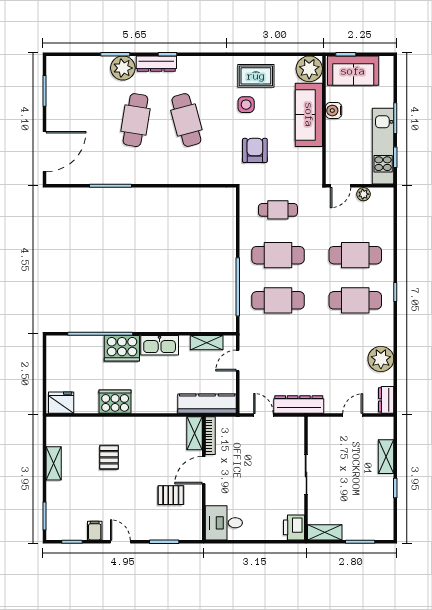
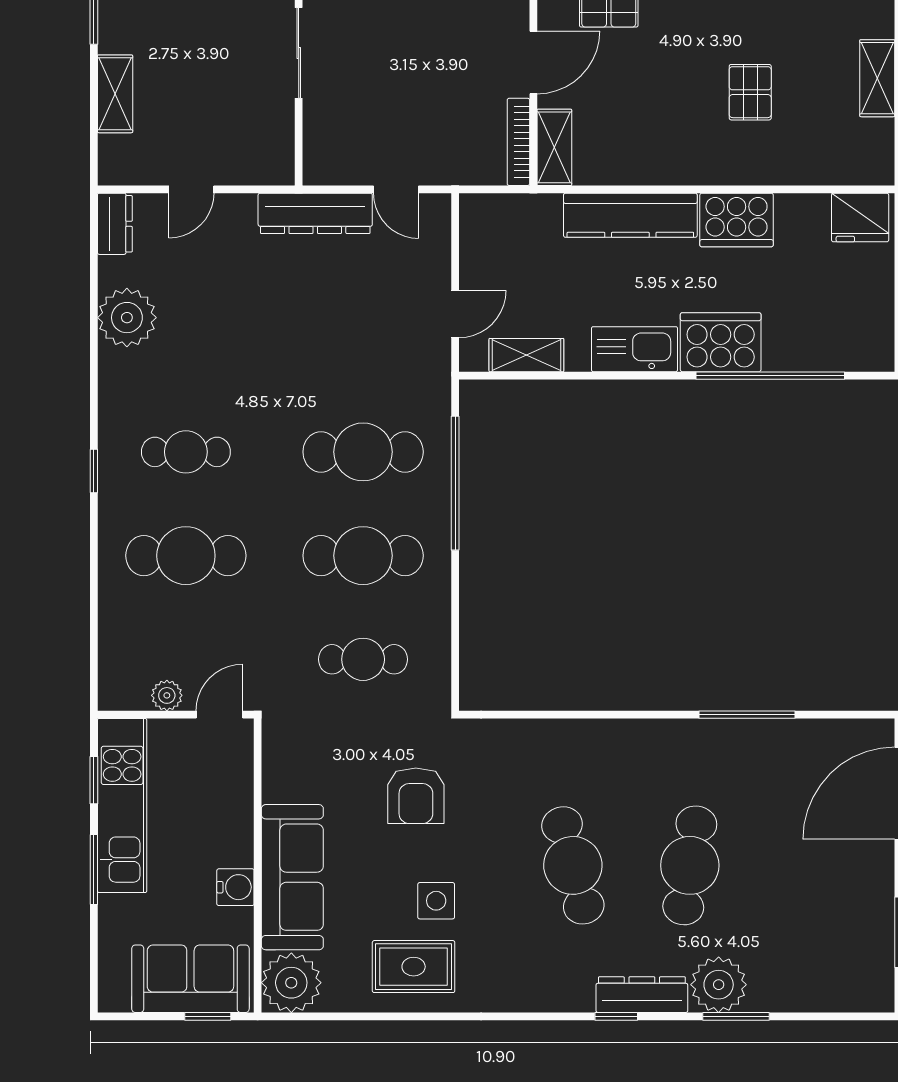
cafe table: (355, 300) -> (186, 452), width x0.73, depth x0.74
kitchen counter: (207, 404) -> (630, 215), moved

